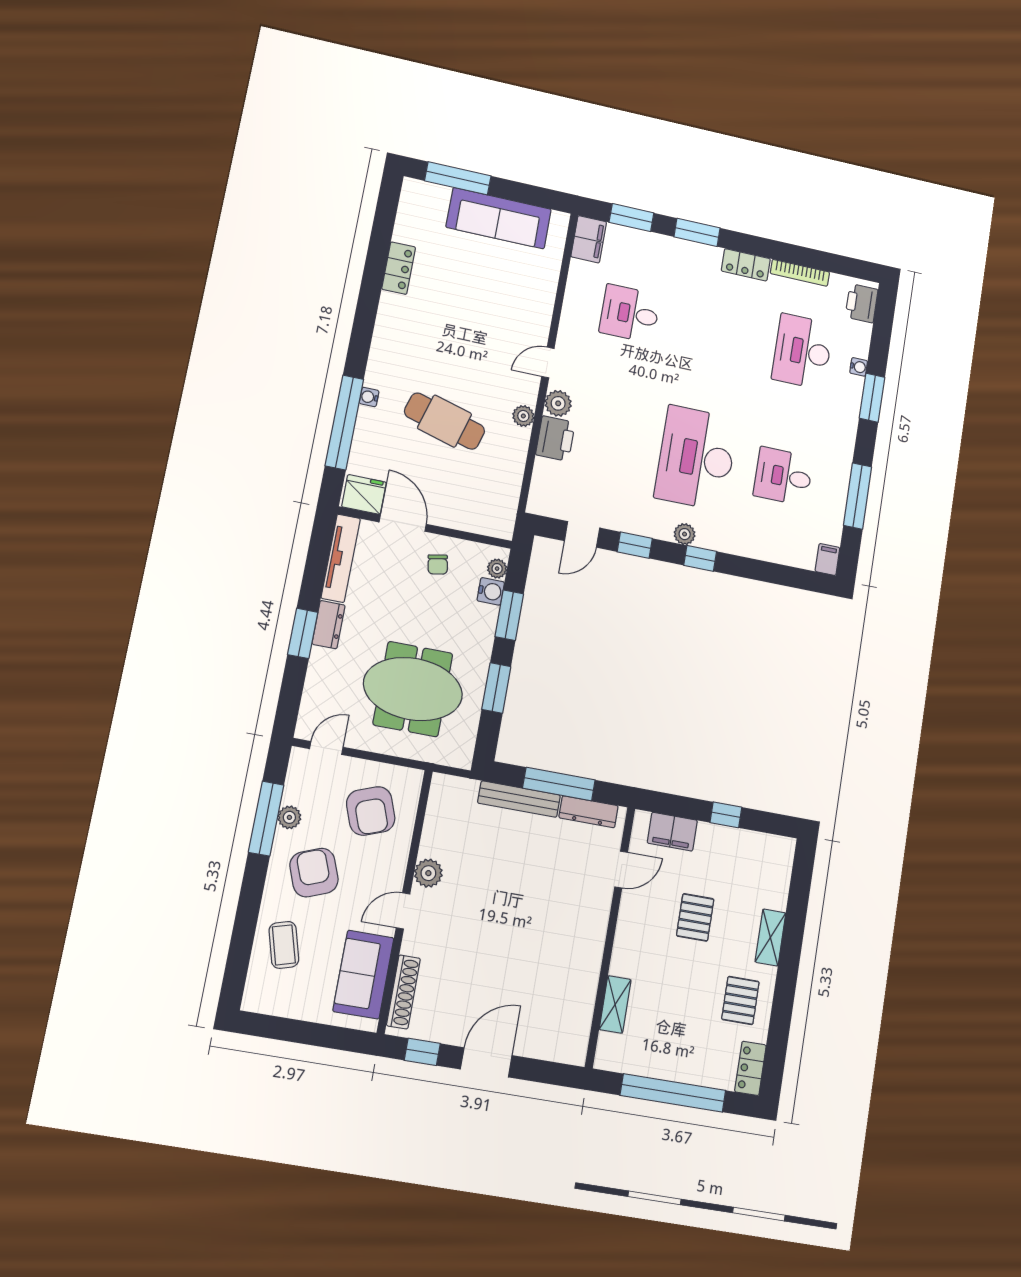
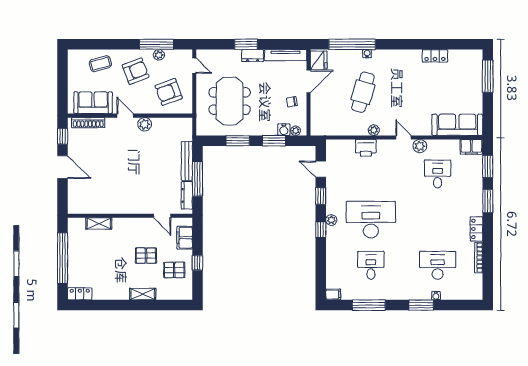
sofa: (499, 218) -> (457, 125), moved, turned 90
printer: (862, 303) -> (470, 292), removed
plant: (558, 403) -> (420, 146), moved
pallet: (740, 1000) -> (174, 270), moved

